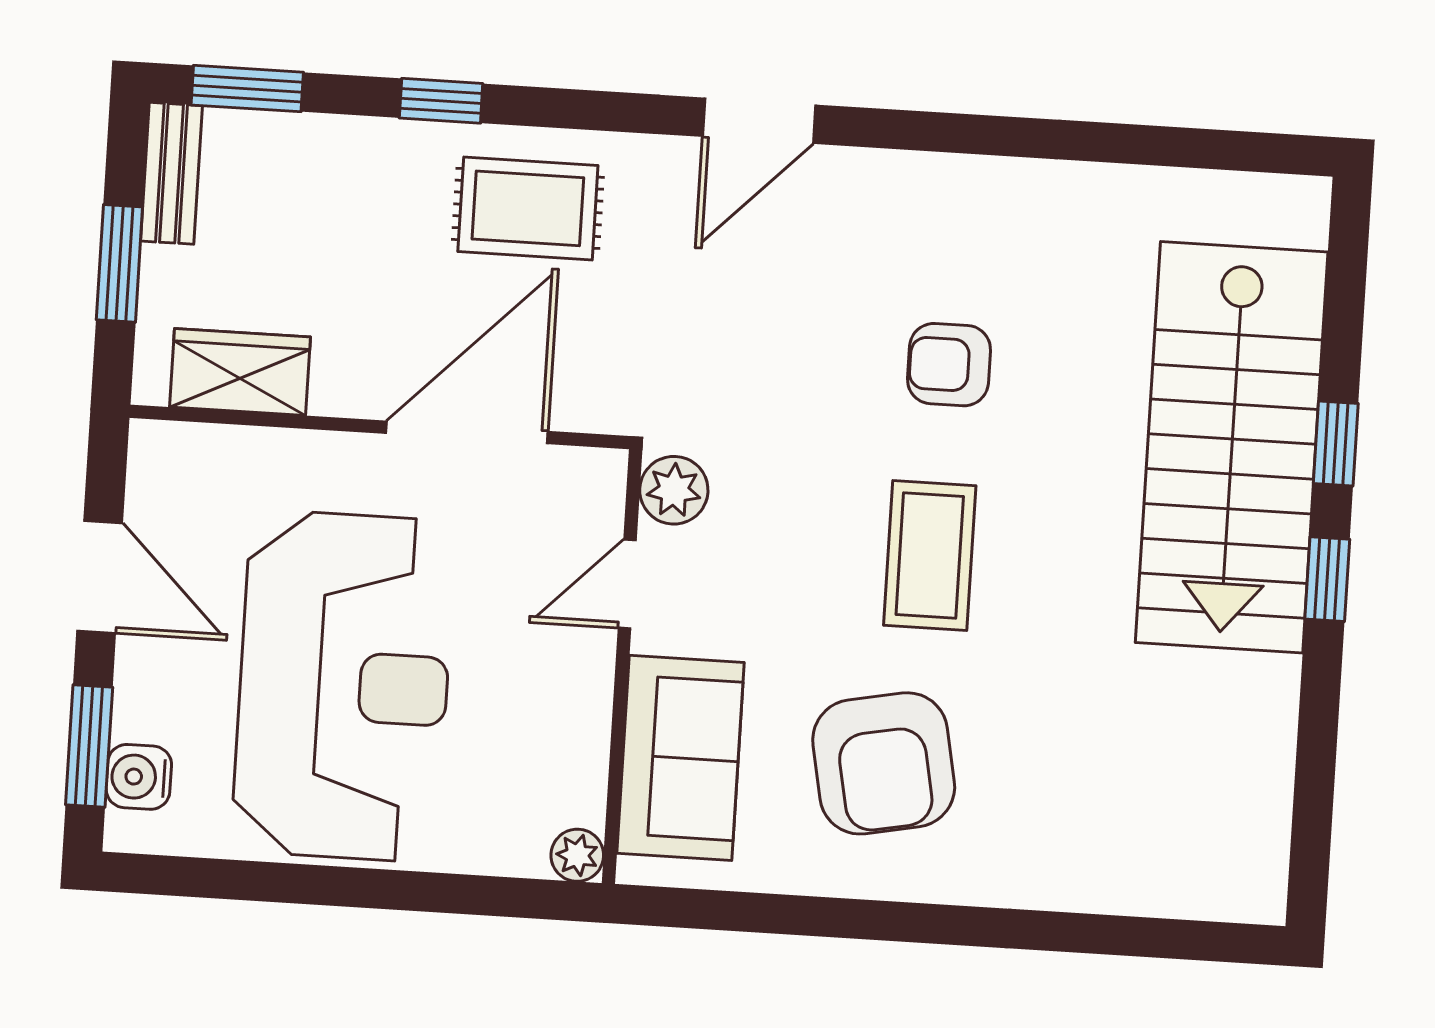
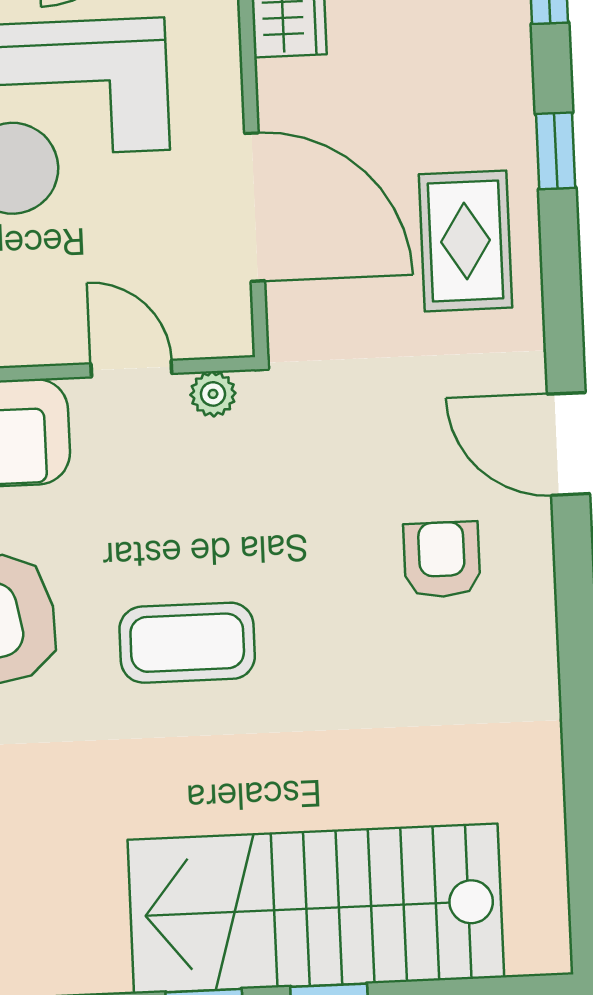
armchair: (949, 365) -> (442, 560), moved
plant: (674, 490) -> (213, 394), width x0.73, depth x0.73

